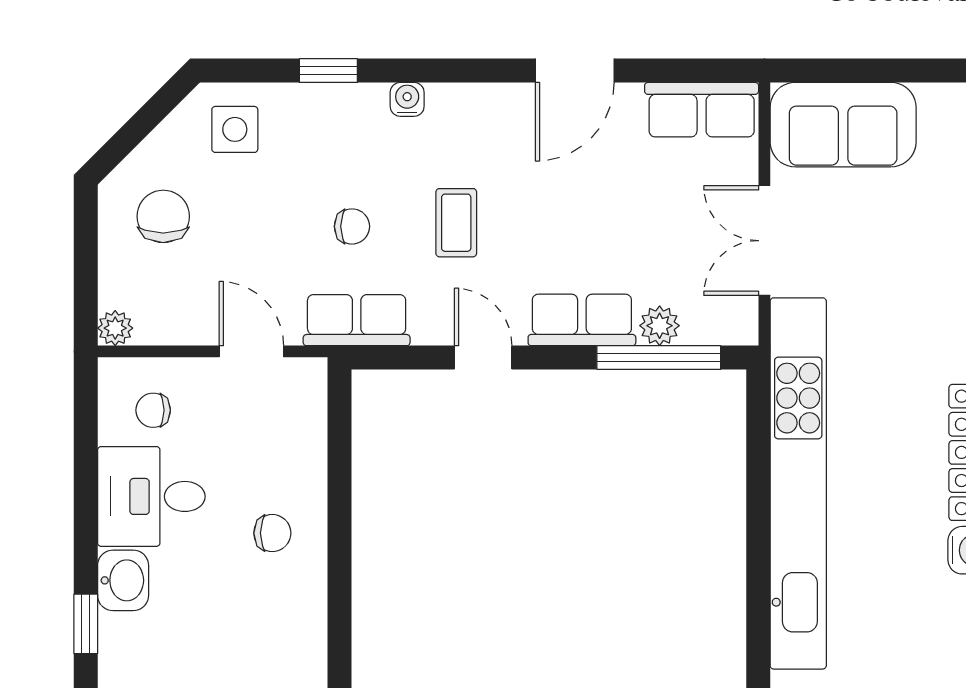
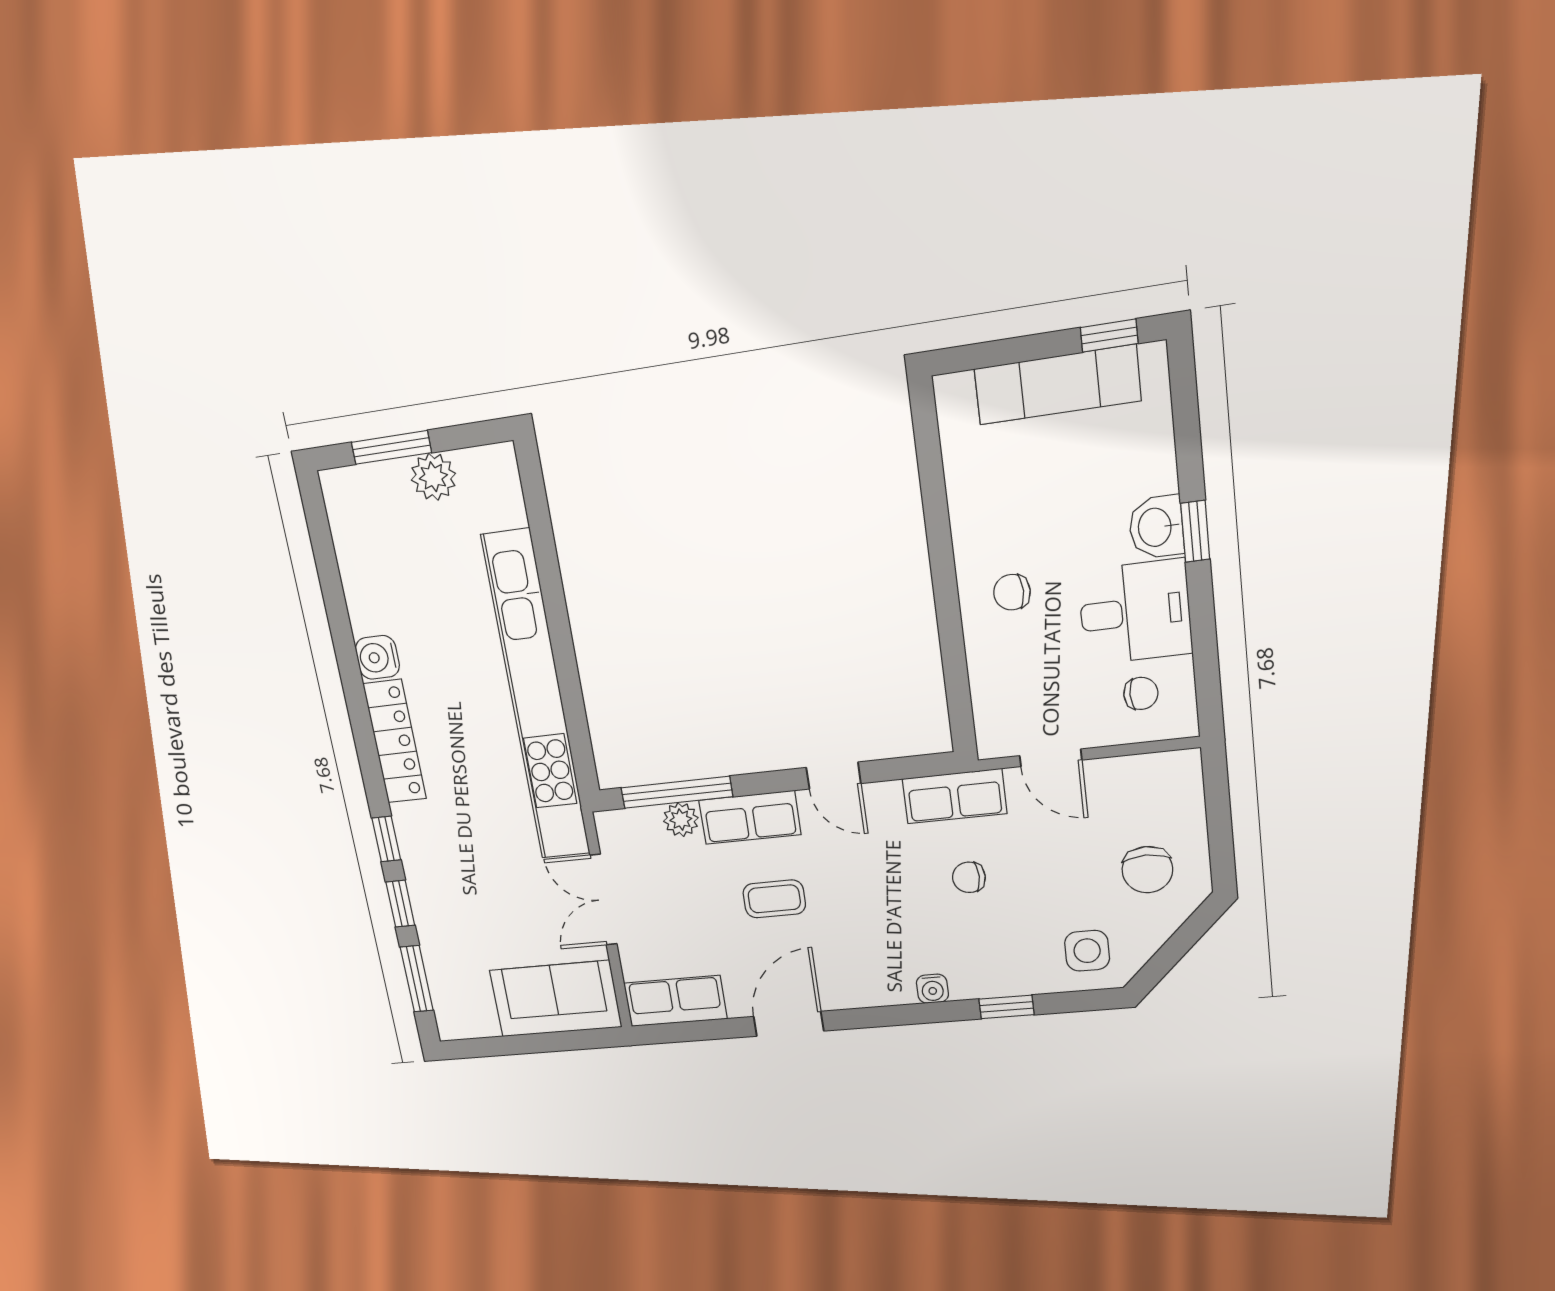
coffee table: (456, 223) -> (774, 899), moved, turned 90
double door: (764, 241) -> (603, 900), swing flipped
plant: (115, 328) -> (1185, 765), removed
window: (86, 624) -> (1195, 531), moved

